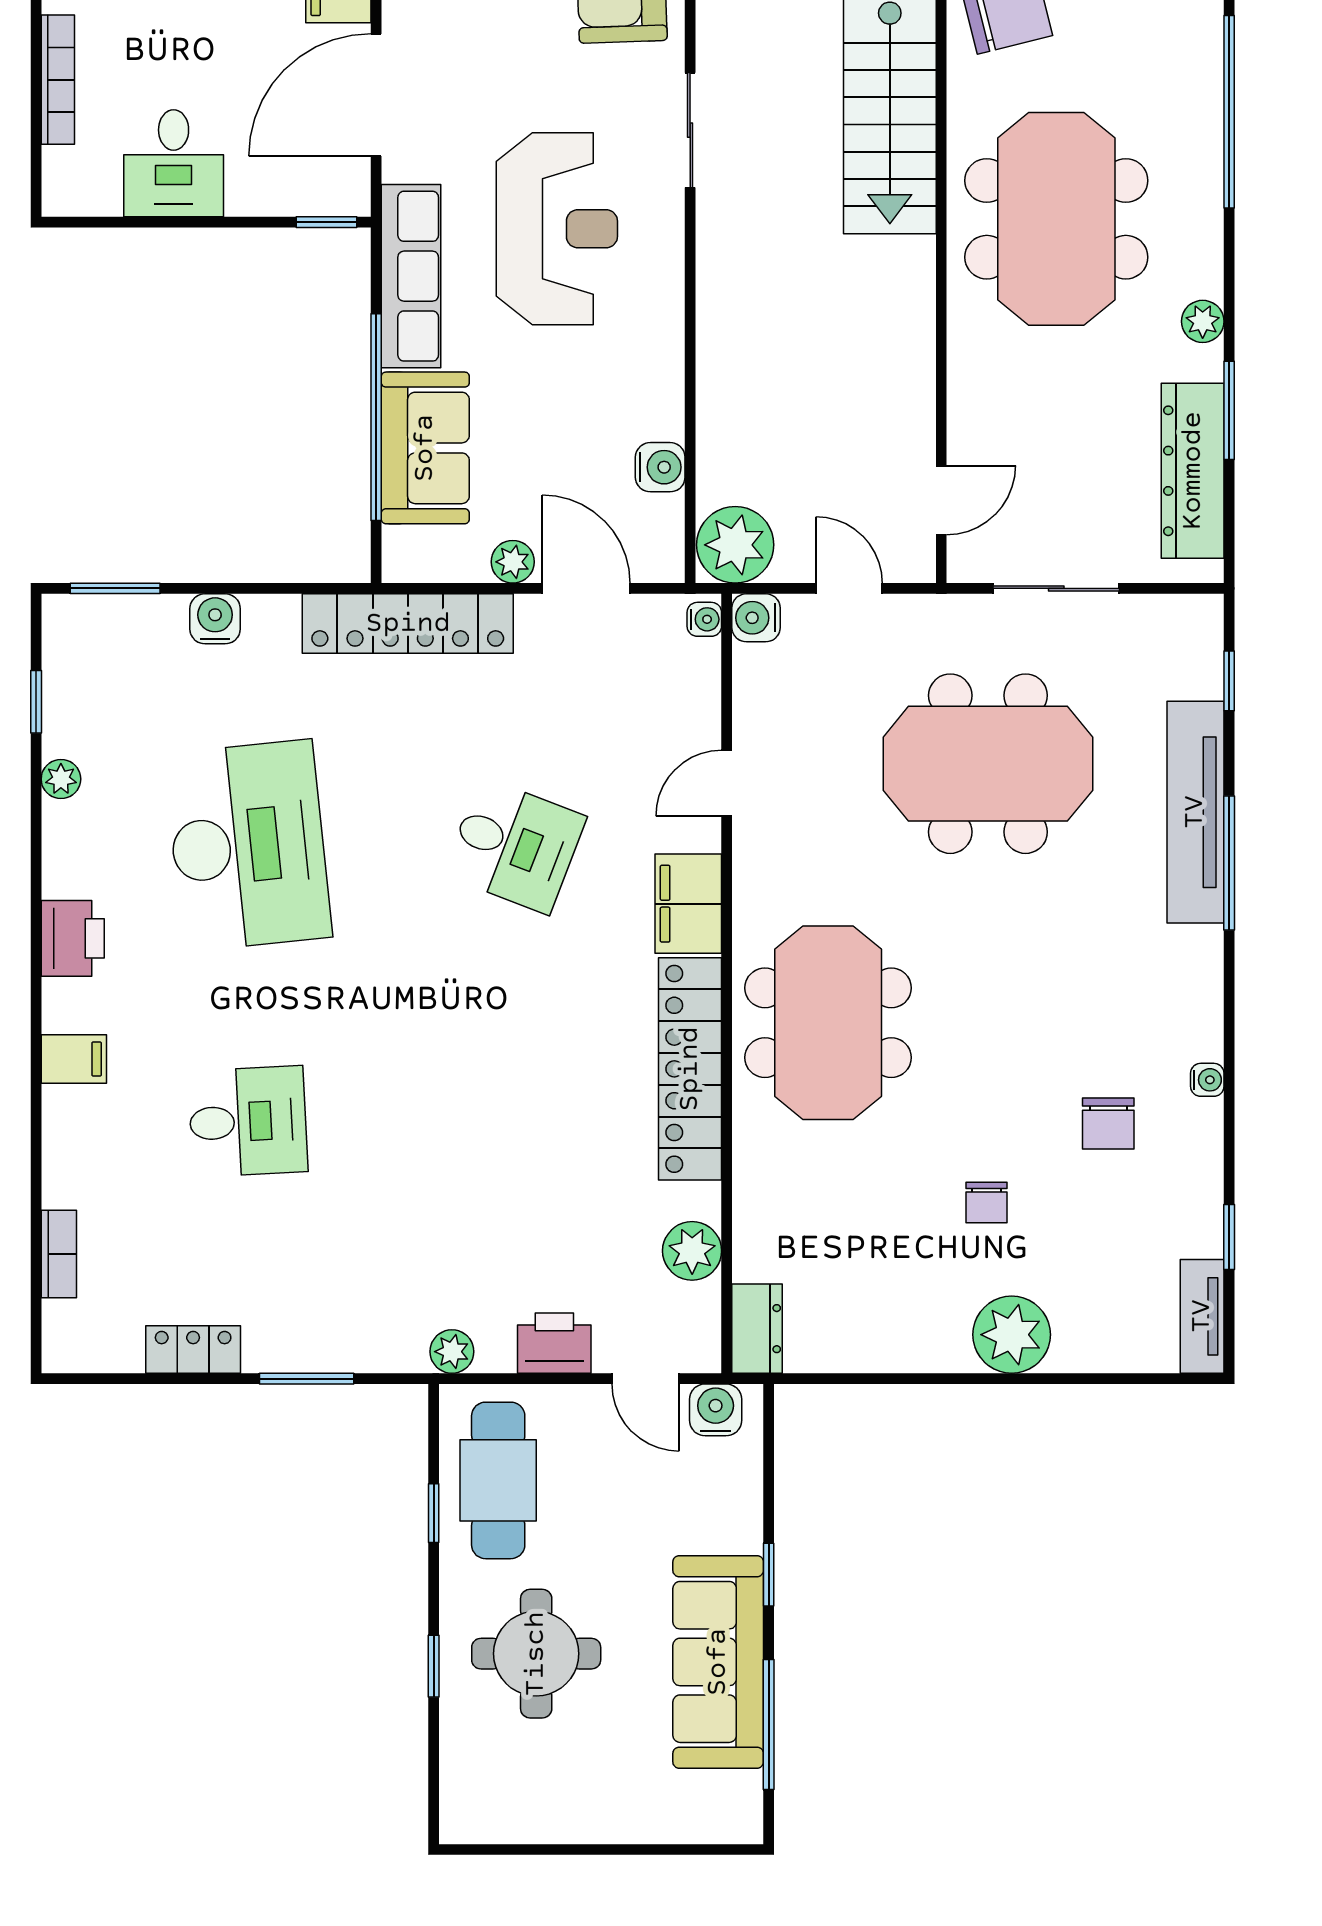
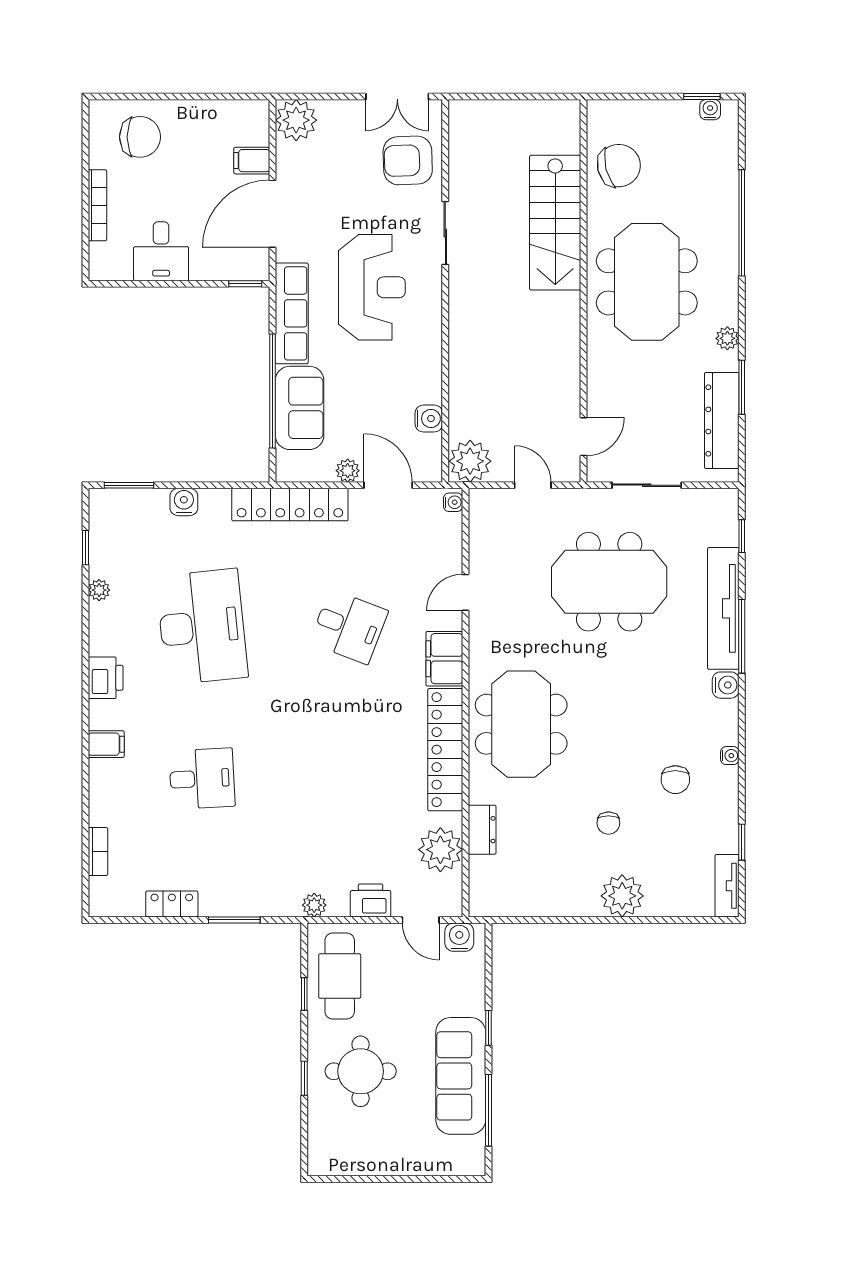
water cooler: (756, 618) -> (726, 685), moved, turned 180
plant: (692, 1251) -> (440, 850), width x1.36, depth x1.36
dresser: (757, 1329) -> (482, 830), moved

